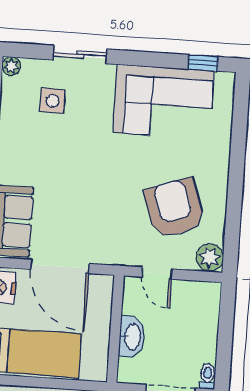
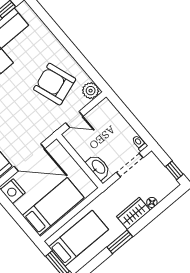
washbasin: (132, 337) -> (98, 167), moved

